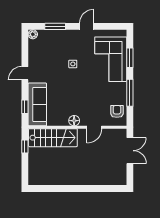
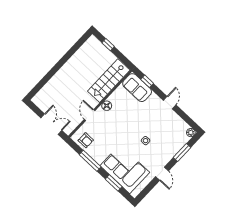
sofa: (37, 104) -> (137, 88), width x0.73
window: (25, 146) -> (108, 45), moved
double door: (130, 151) -> (51, 124), swing flipped

